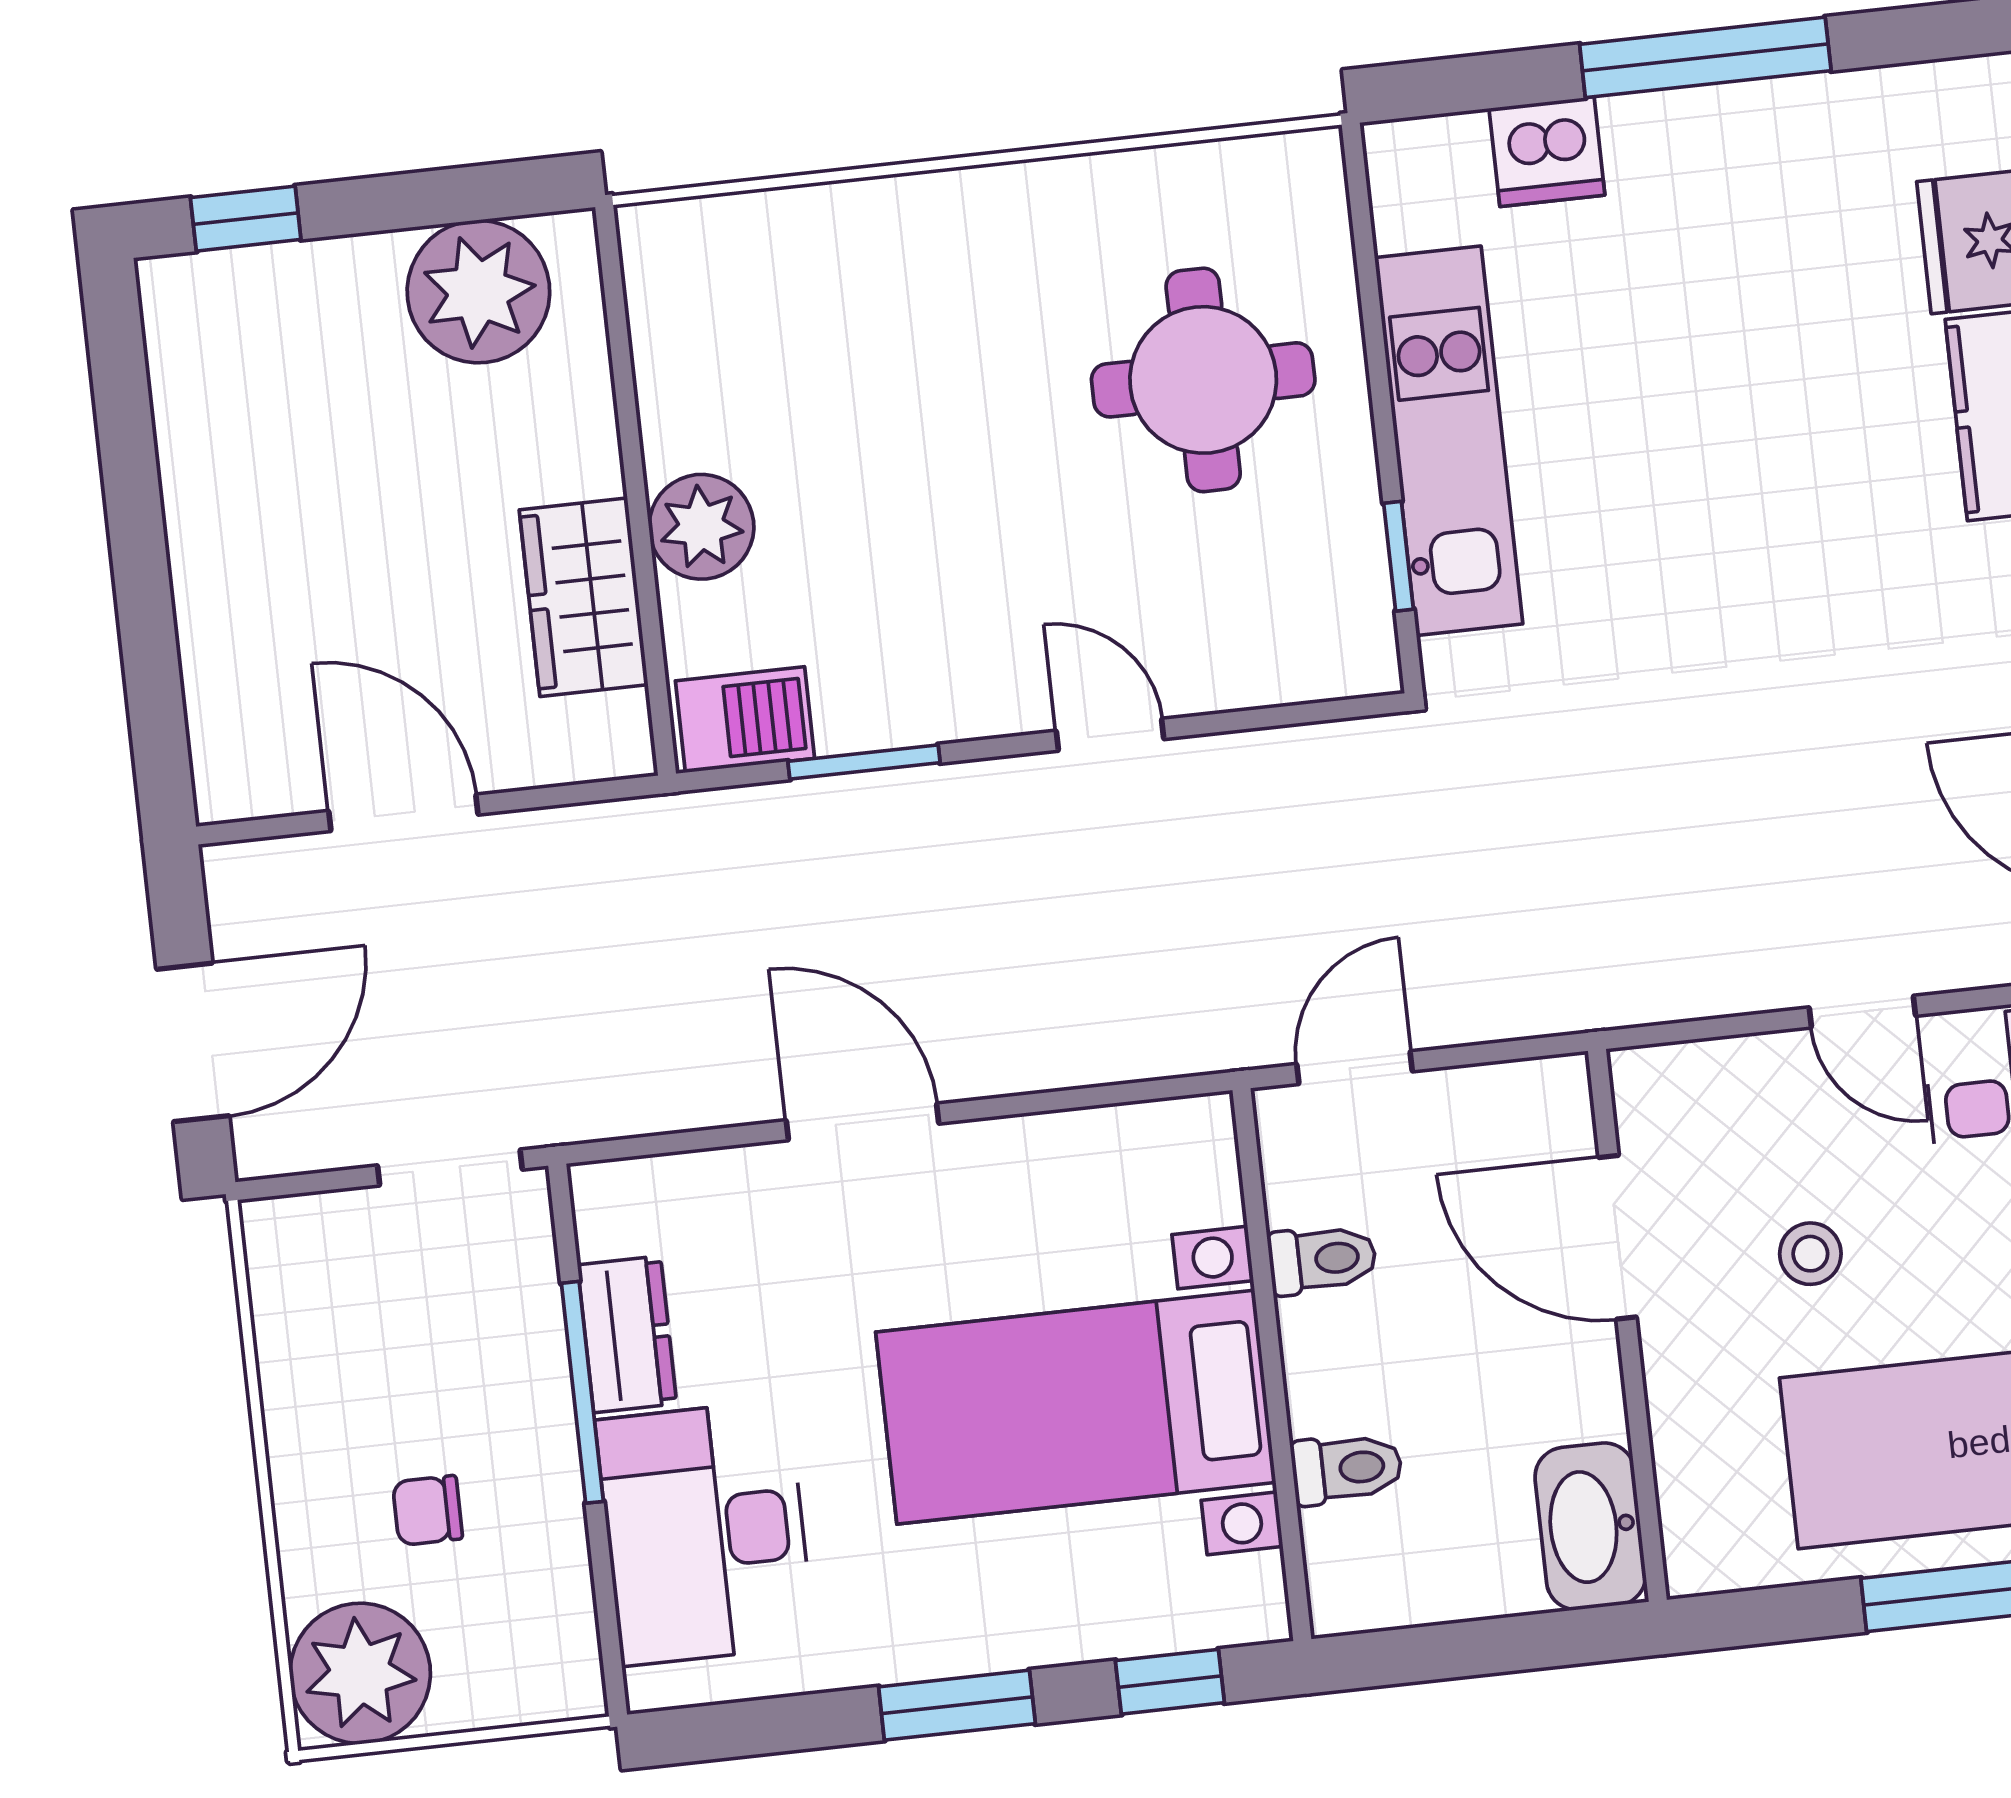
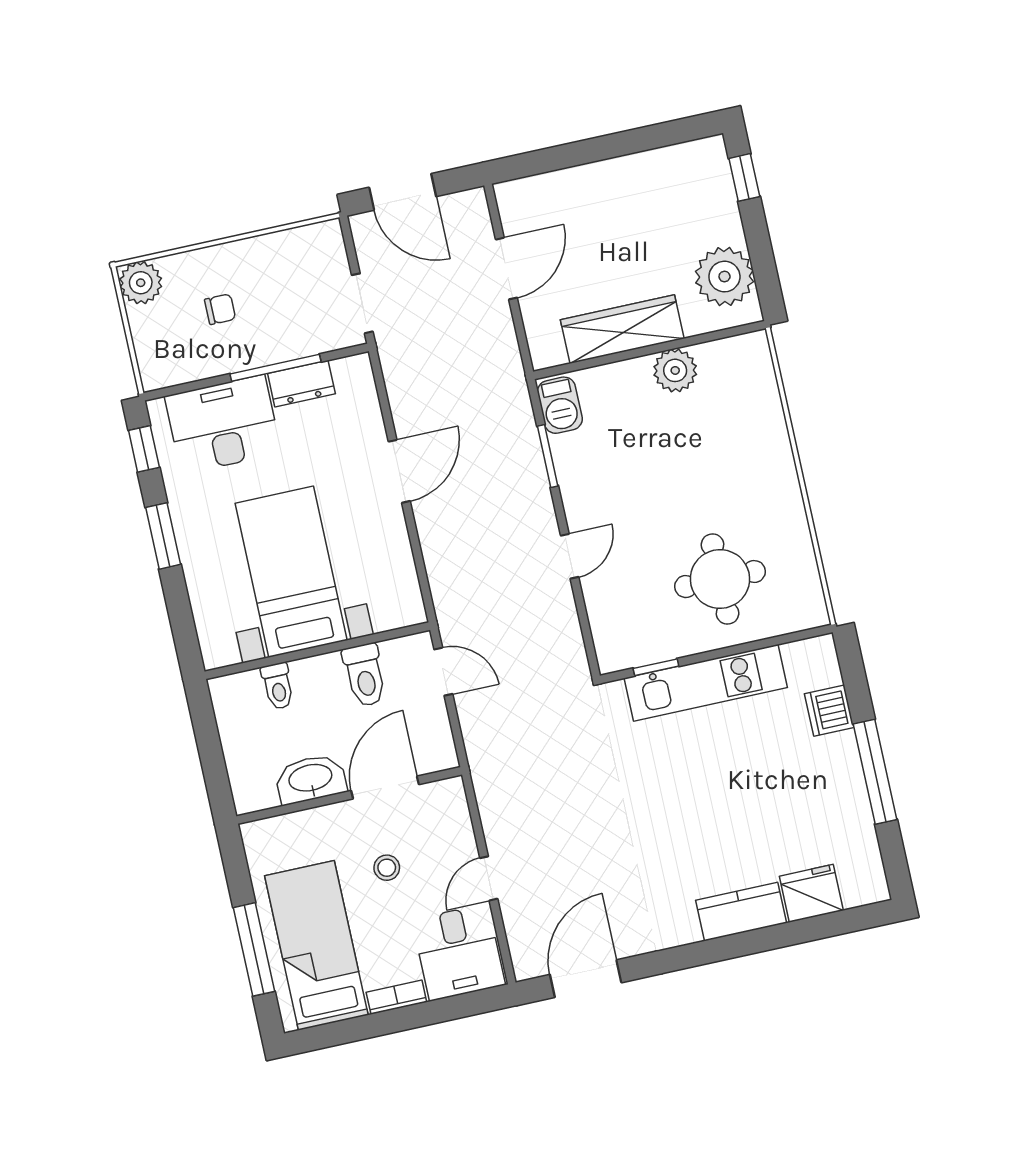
plant: (701, 527) -> (675, 370), moved
wardrobe: (584, 597) -> (622, 329), width x1.50
toilet: (1322, 1259) -> (365, 675), width x1.37, depth x1.39
chair: (428, 1510) -> (220, 309), turned 90
washbasin: (1590, 1526) -> (311, 779), moved
plant: (360, 1673) -> (141, 283), width x0.73, depth x0.73
window: (1170, 1682) -> (144, 449), moved

